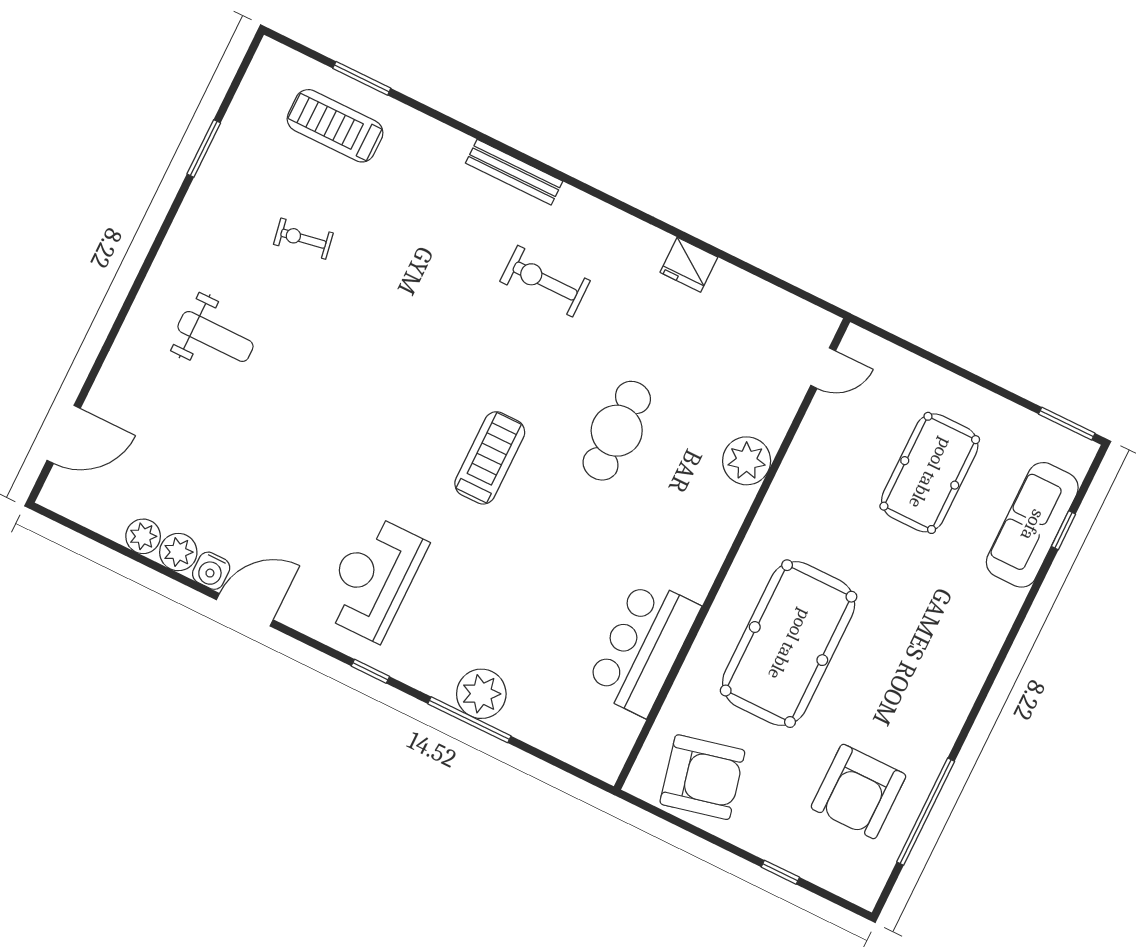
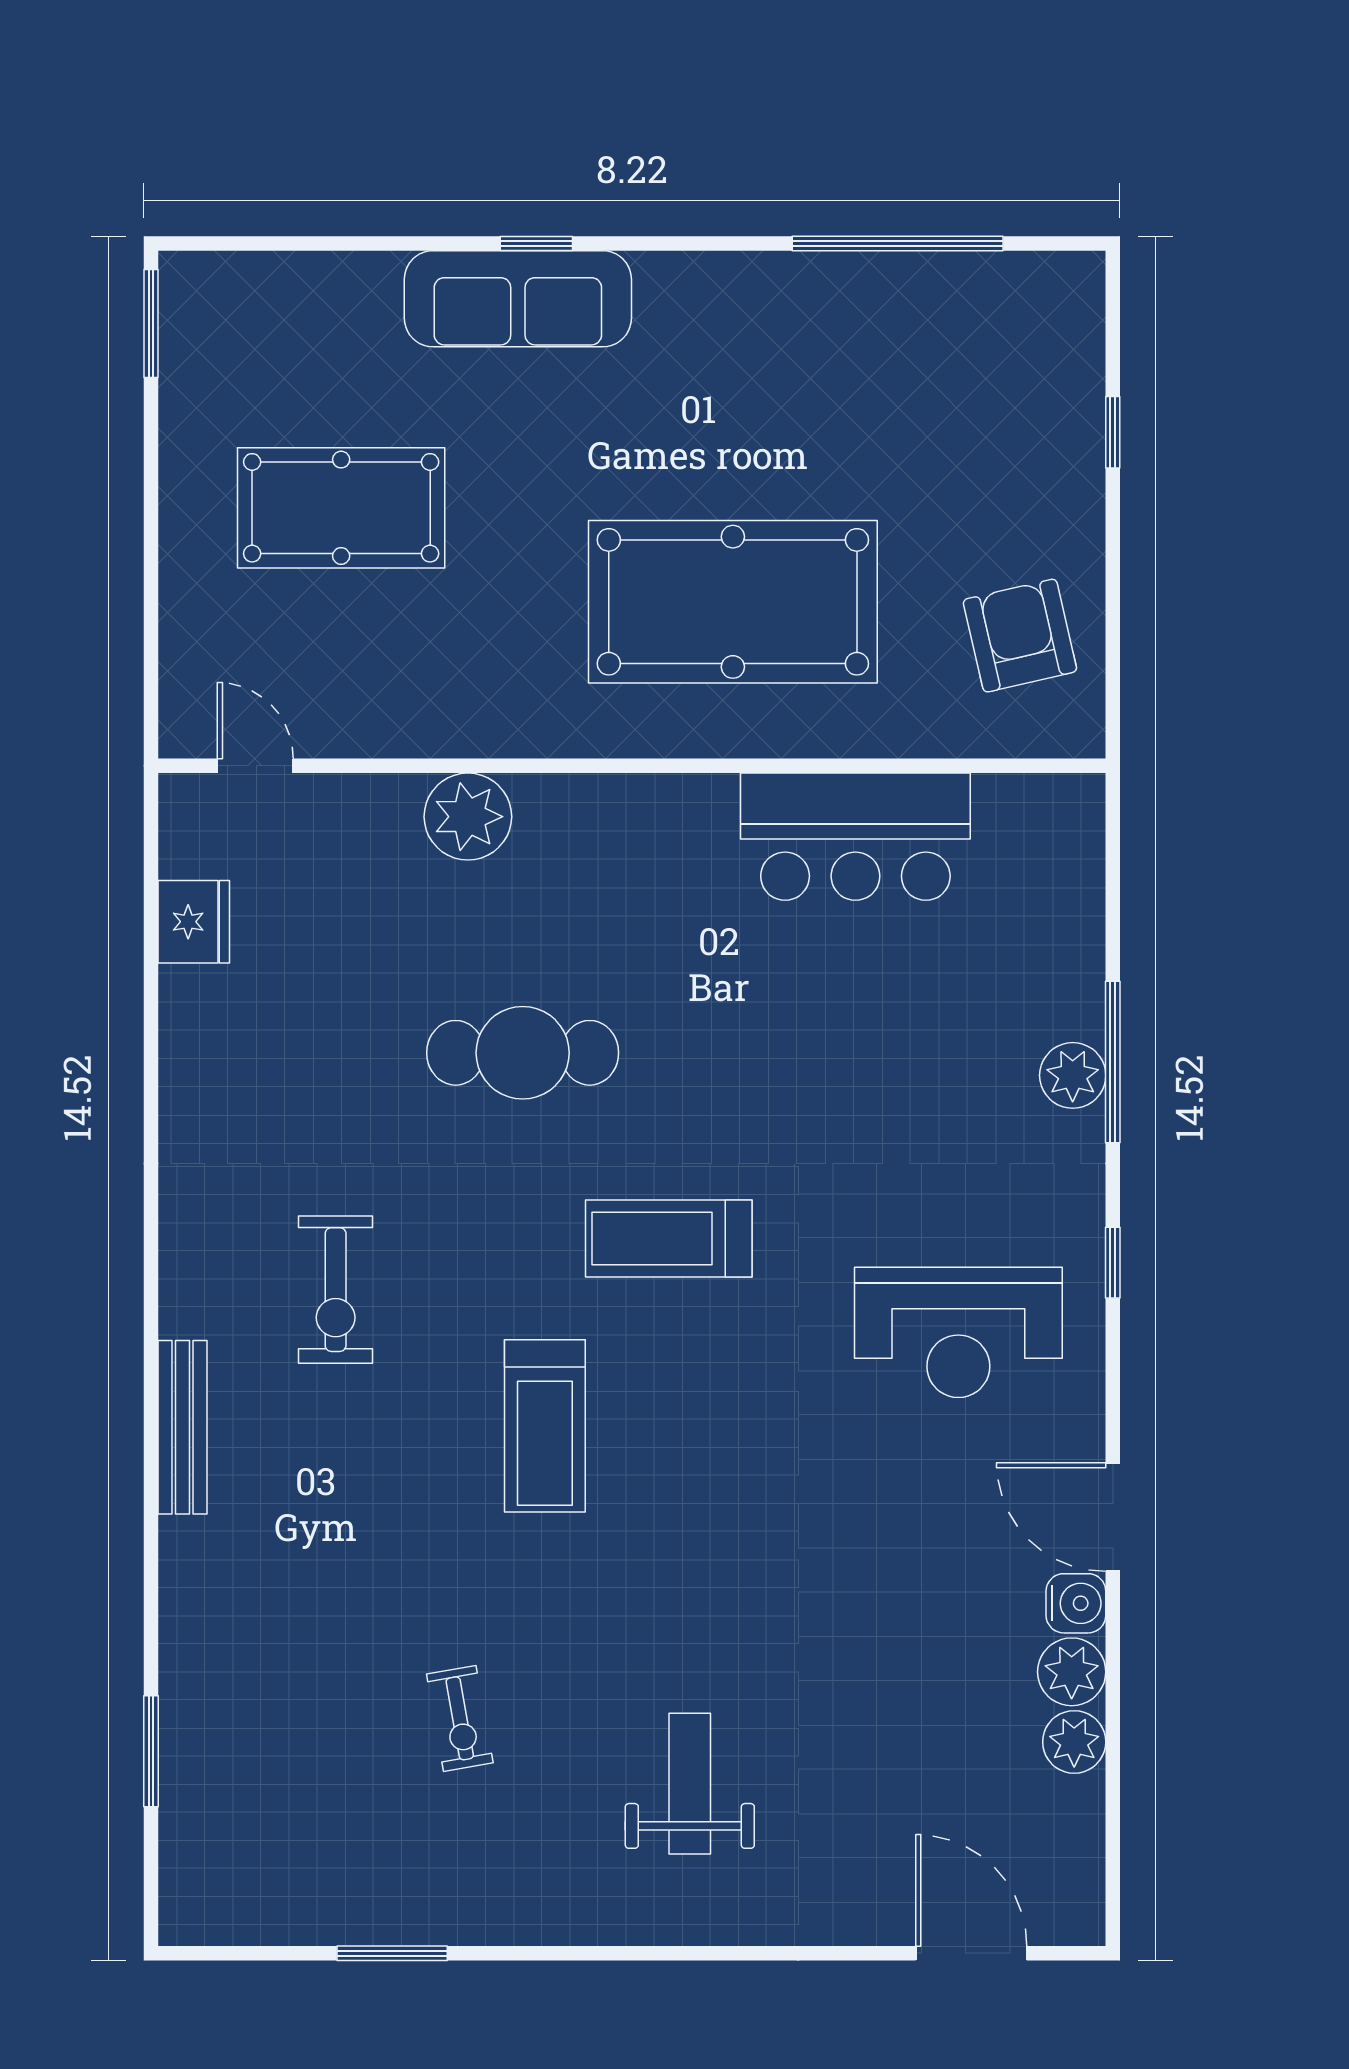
treadmill: (335, 126) -> (545, 1426), moved
fridge: (689, 265) -> (194, 922), moved
sofa: (1032, 525) -> (518, 299), moved
window: (1063, 530) -> (536, 243), moved
plant: (481, 694) -> (1073, 1075), width x0.73, depth x0.73
armchair: (702, 777) -> (1020, 636), width x0.73, depth x0.73
armchair: (858, 792) -> (919, 369), removed

